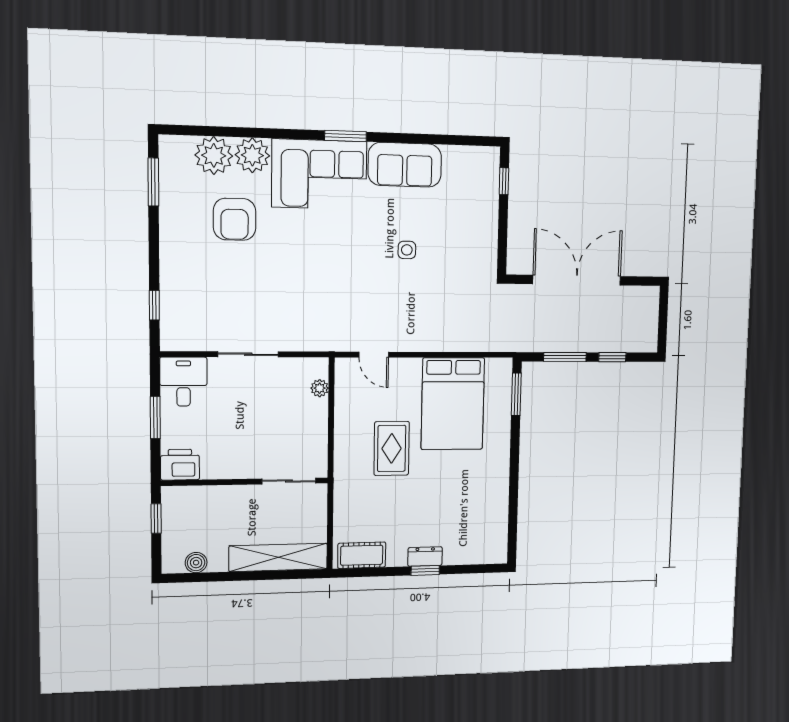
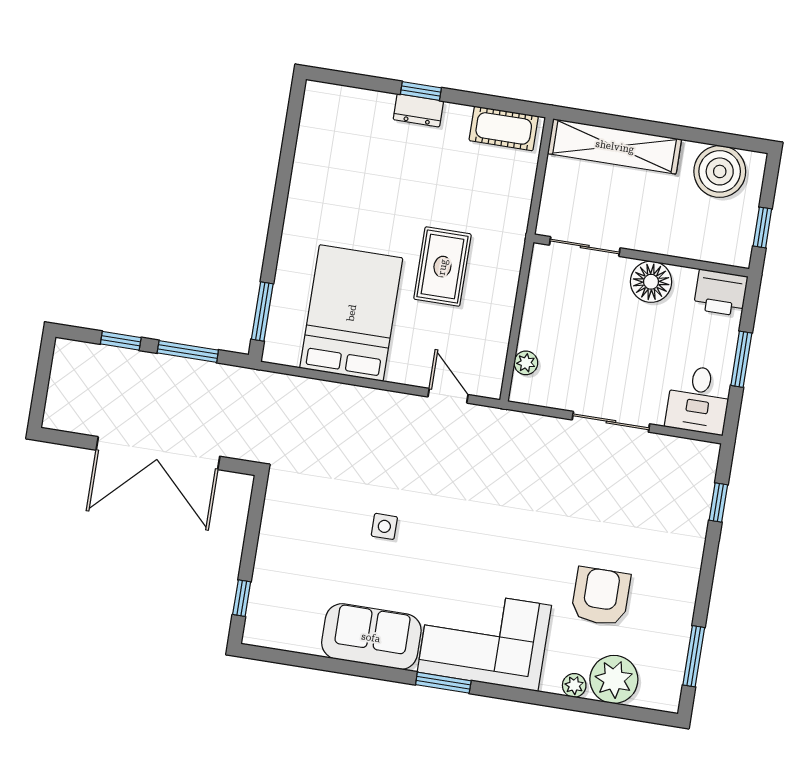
plant: (252, 155) -> (574, 685), width x0.53, depth x0.53
floor lamp: (235, 464) -> (651, 282), added
boiler: (196, 563) -> (720, 171), width x1.86, depth x1.86

